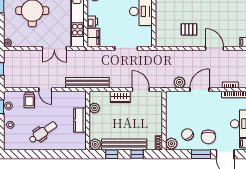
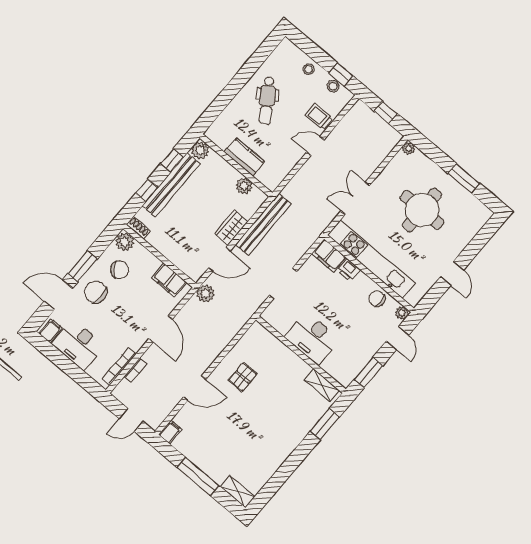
plant: (179, 82) -> (206, 294), moved
bench: (87, 83) -> (263, 224), moved
filing cabinet: (172, 106) -> (169, 280), added

